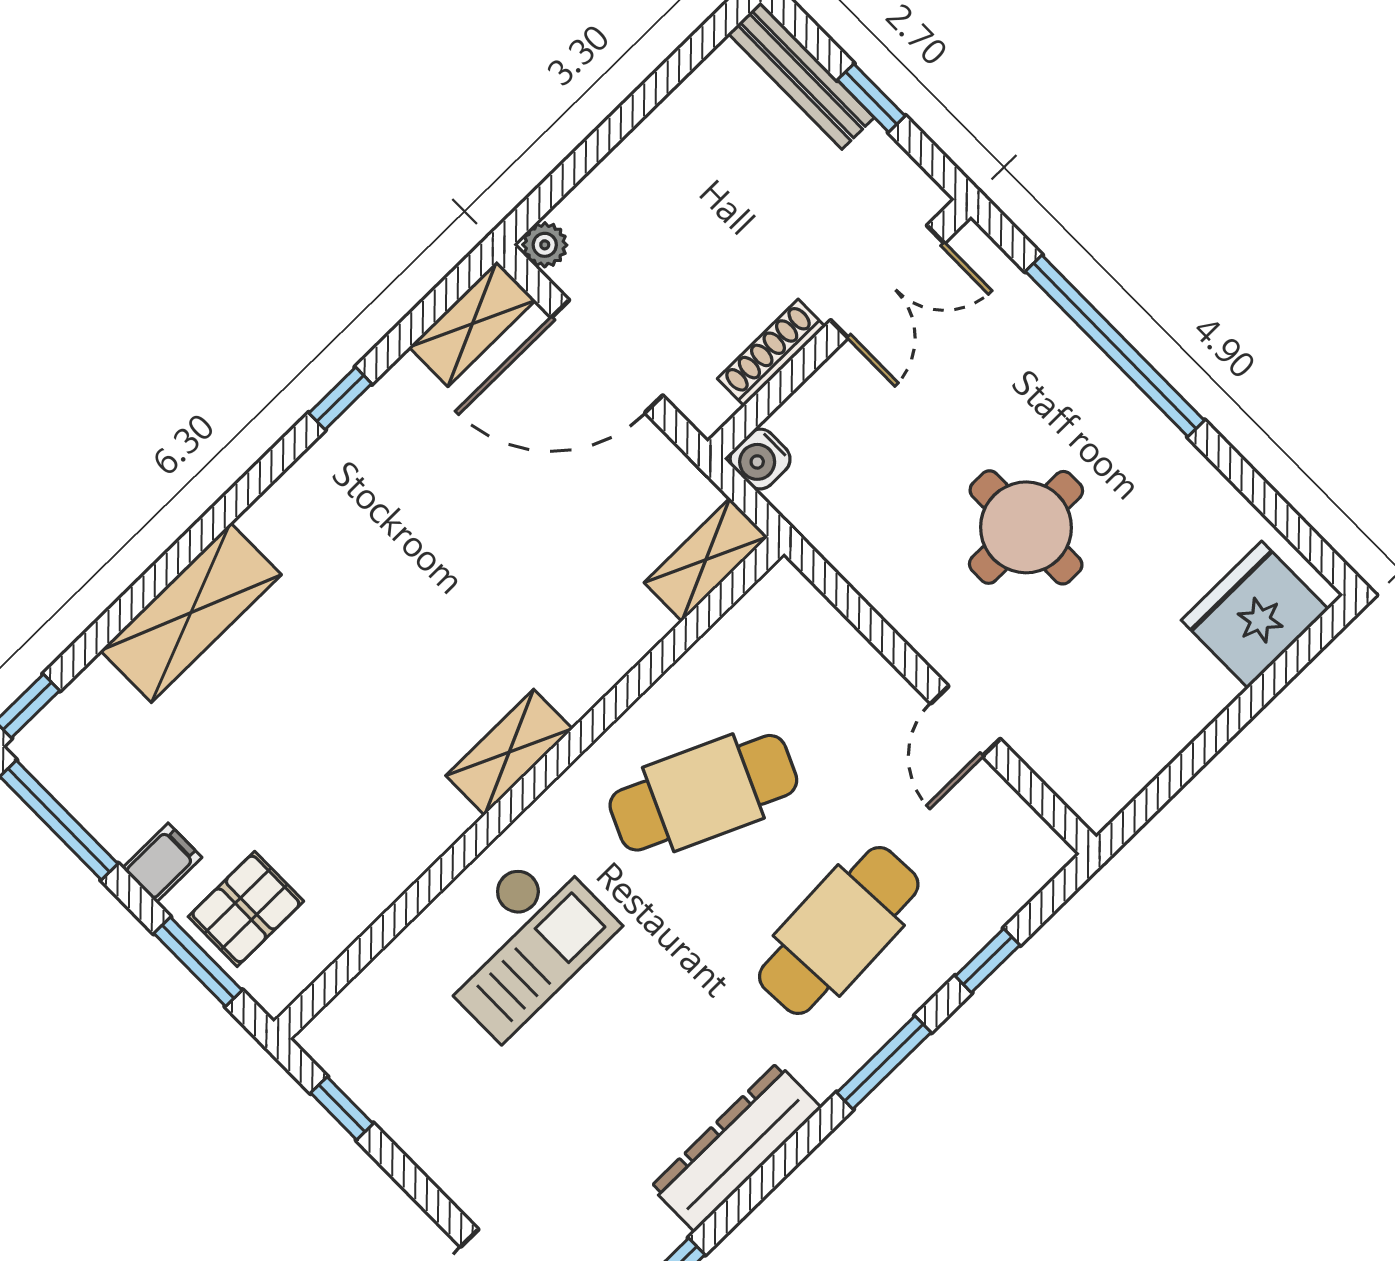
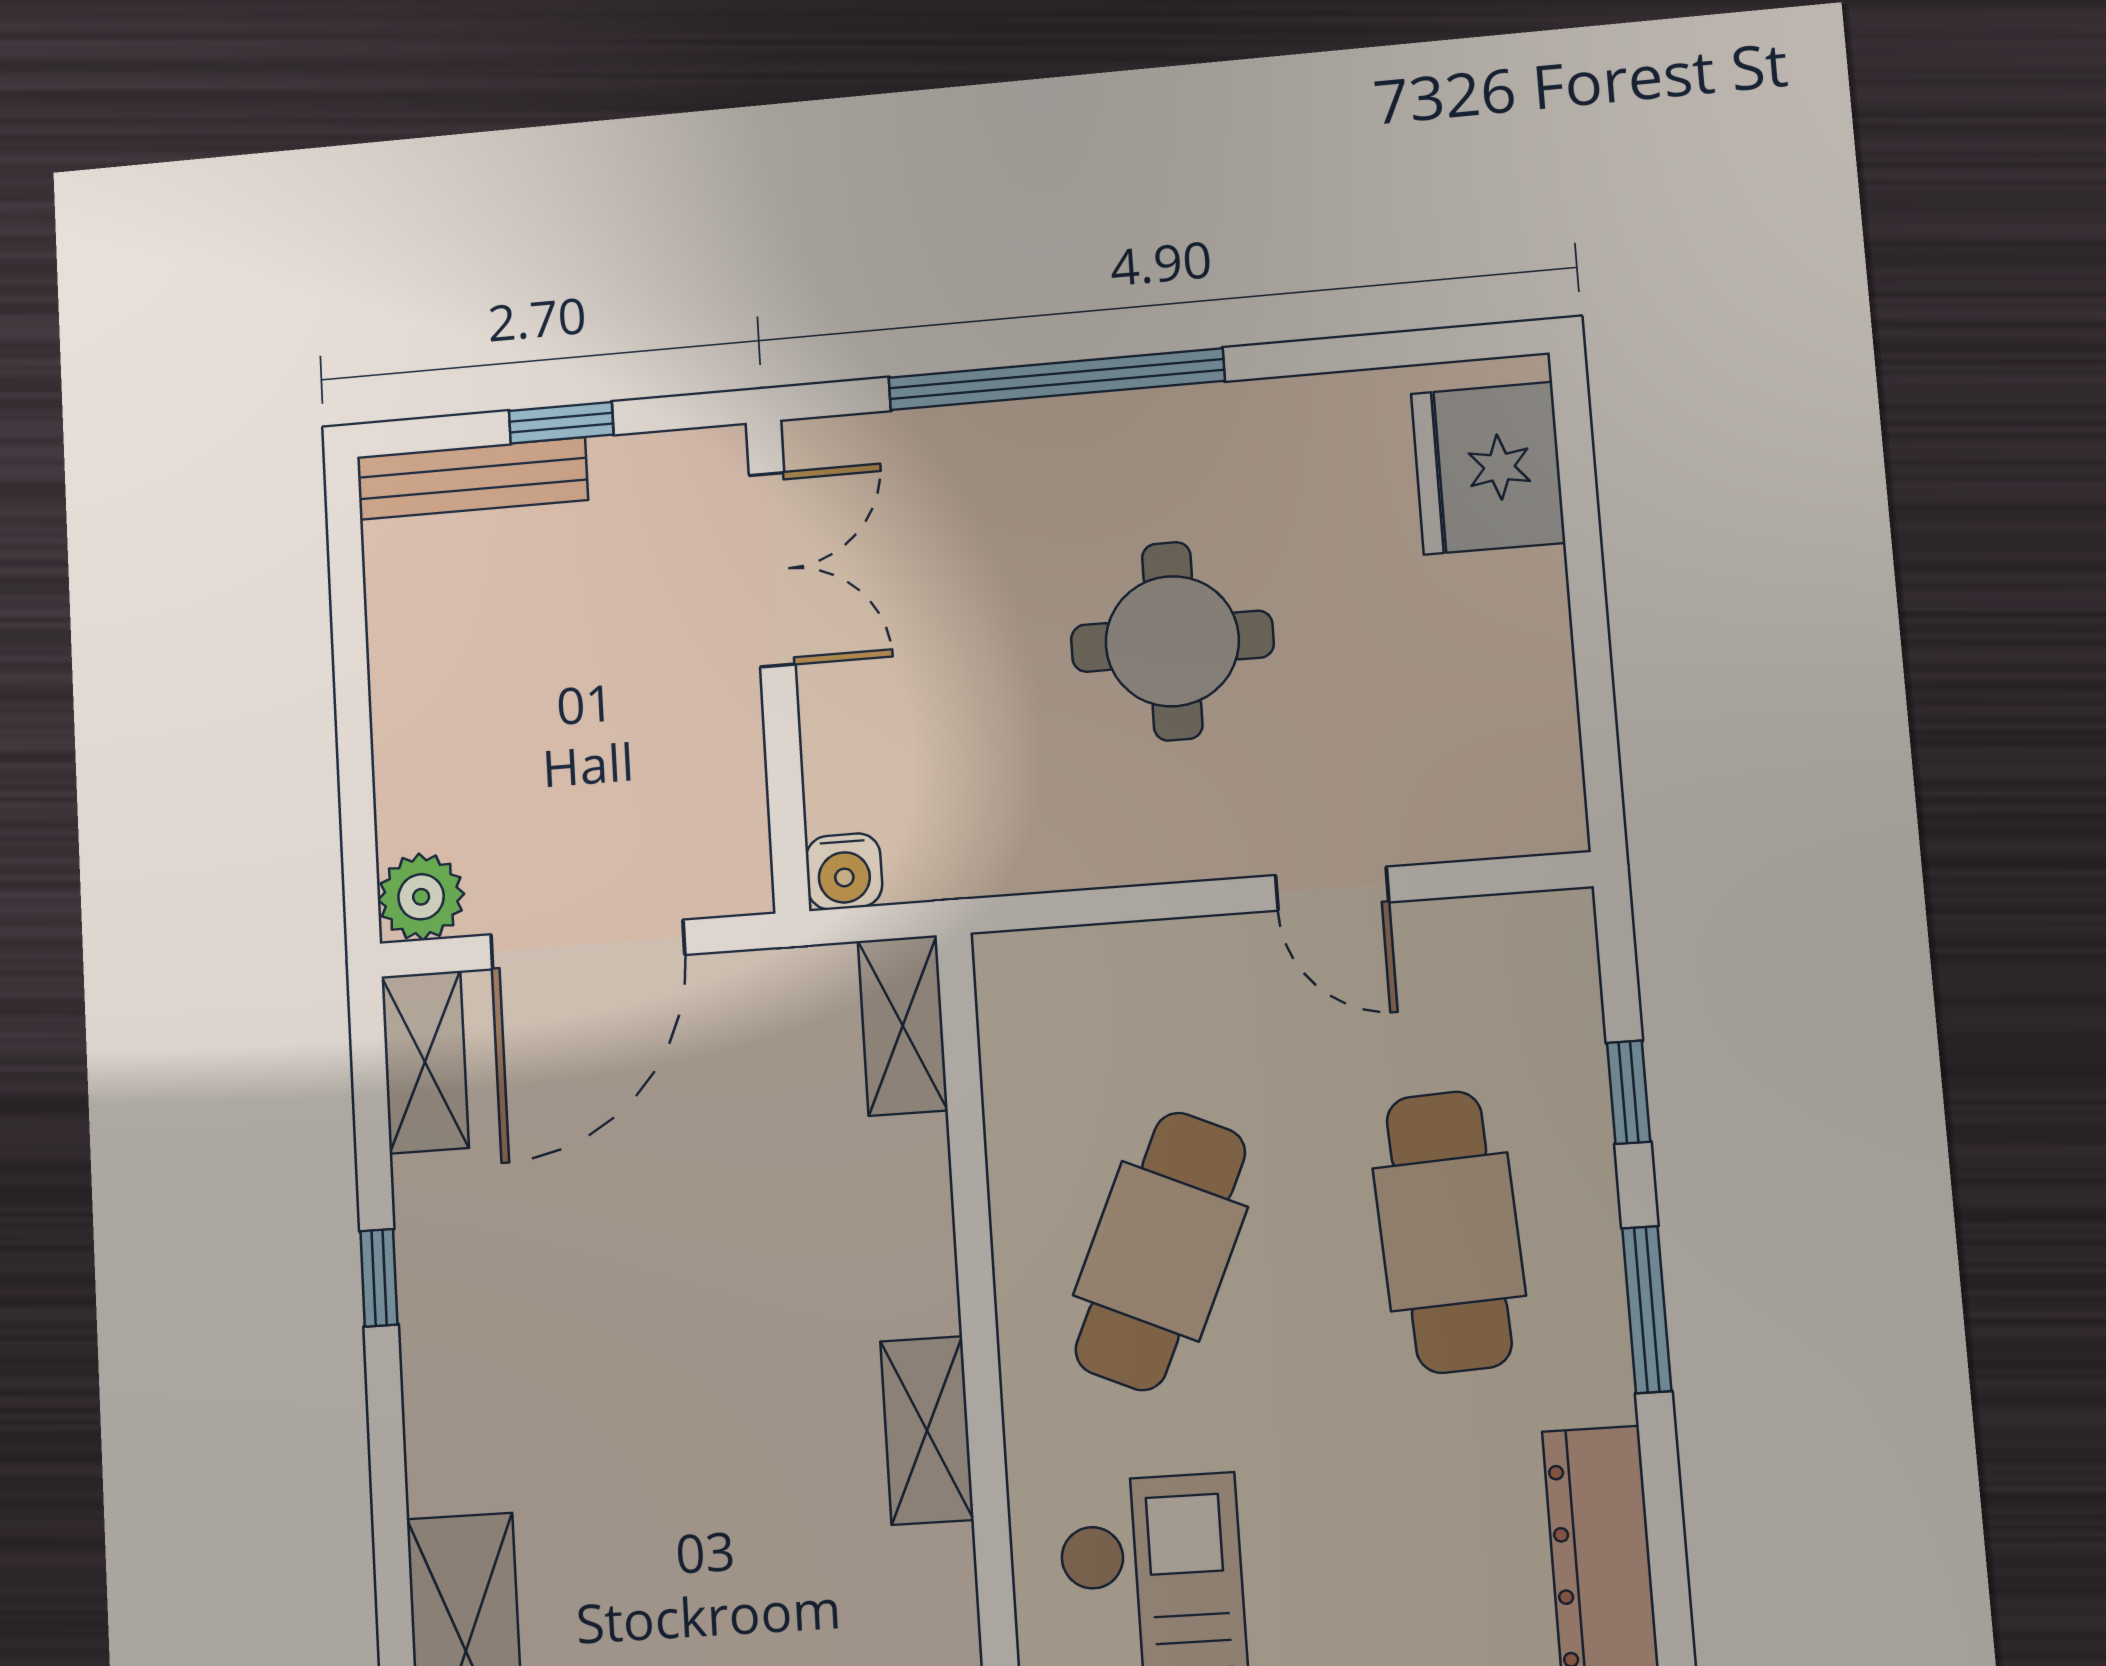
plant: (545, 245) -> (421, 897), width x1.38, depth x1.38
shoe rack: (771, 353) -> (739, 761), removed

